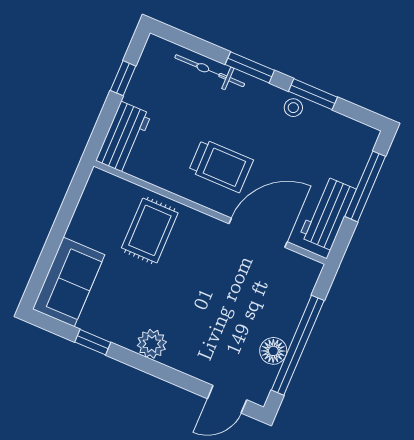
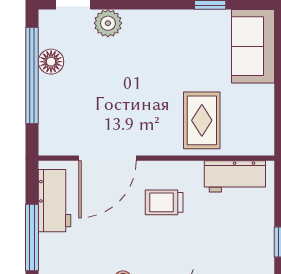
workbench: (124, 137) -> (235, 176), moved, turned -90
trolley: (221, 166) -> (164, 202), width x0.73, depth x0.72
plant: (152, 344) -> (108, 23), moved

